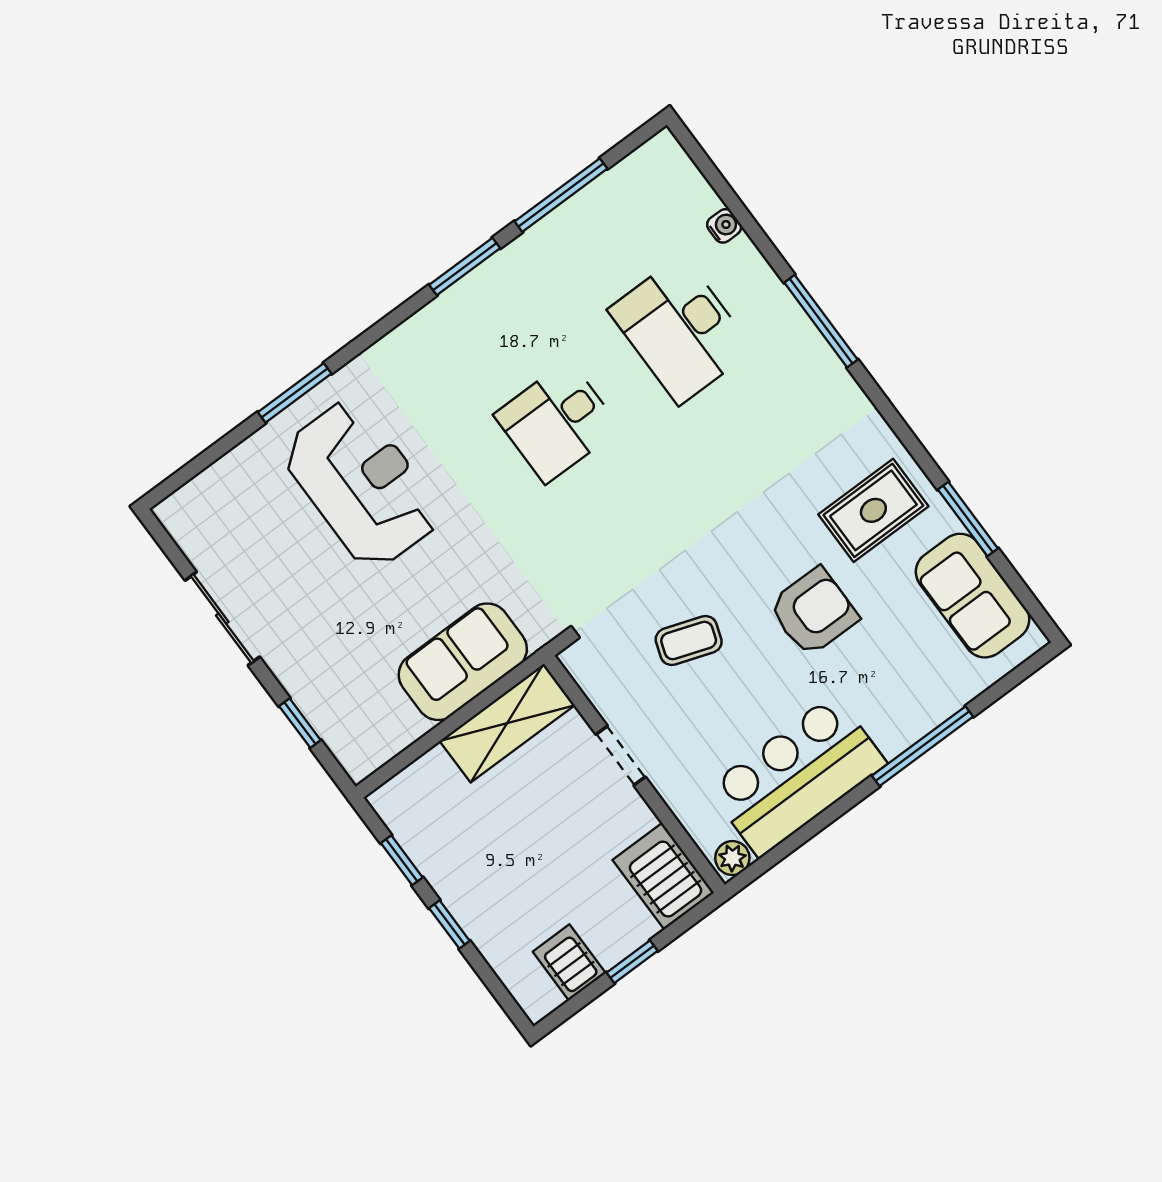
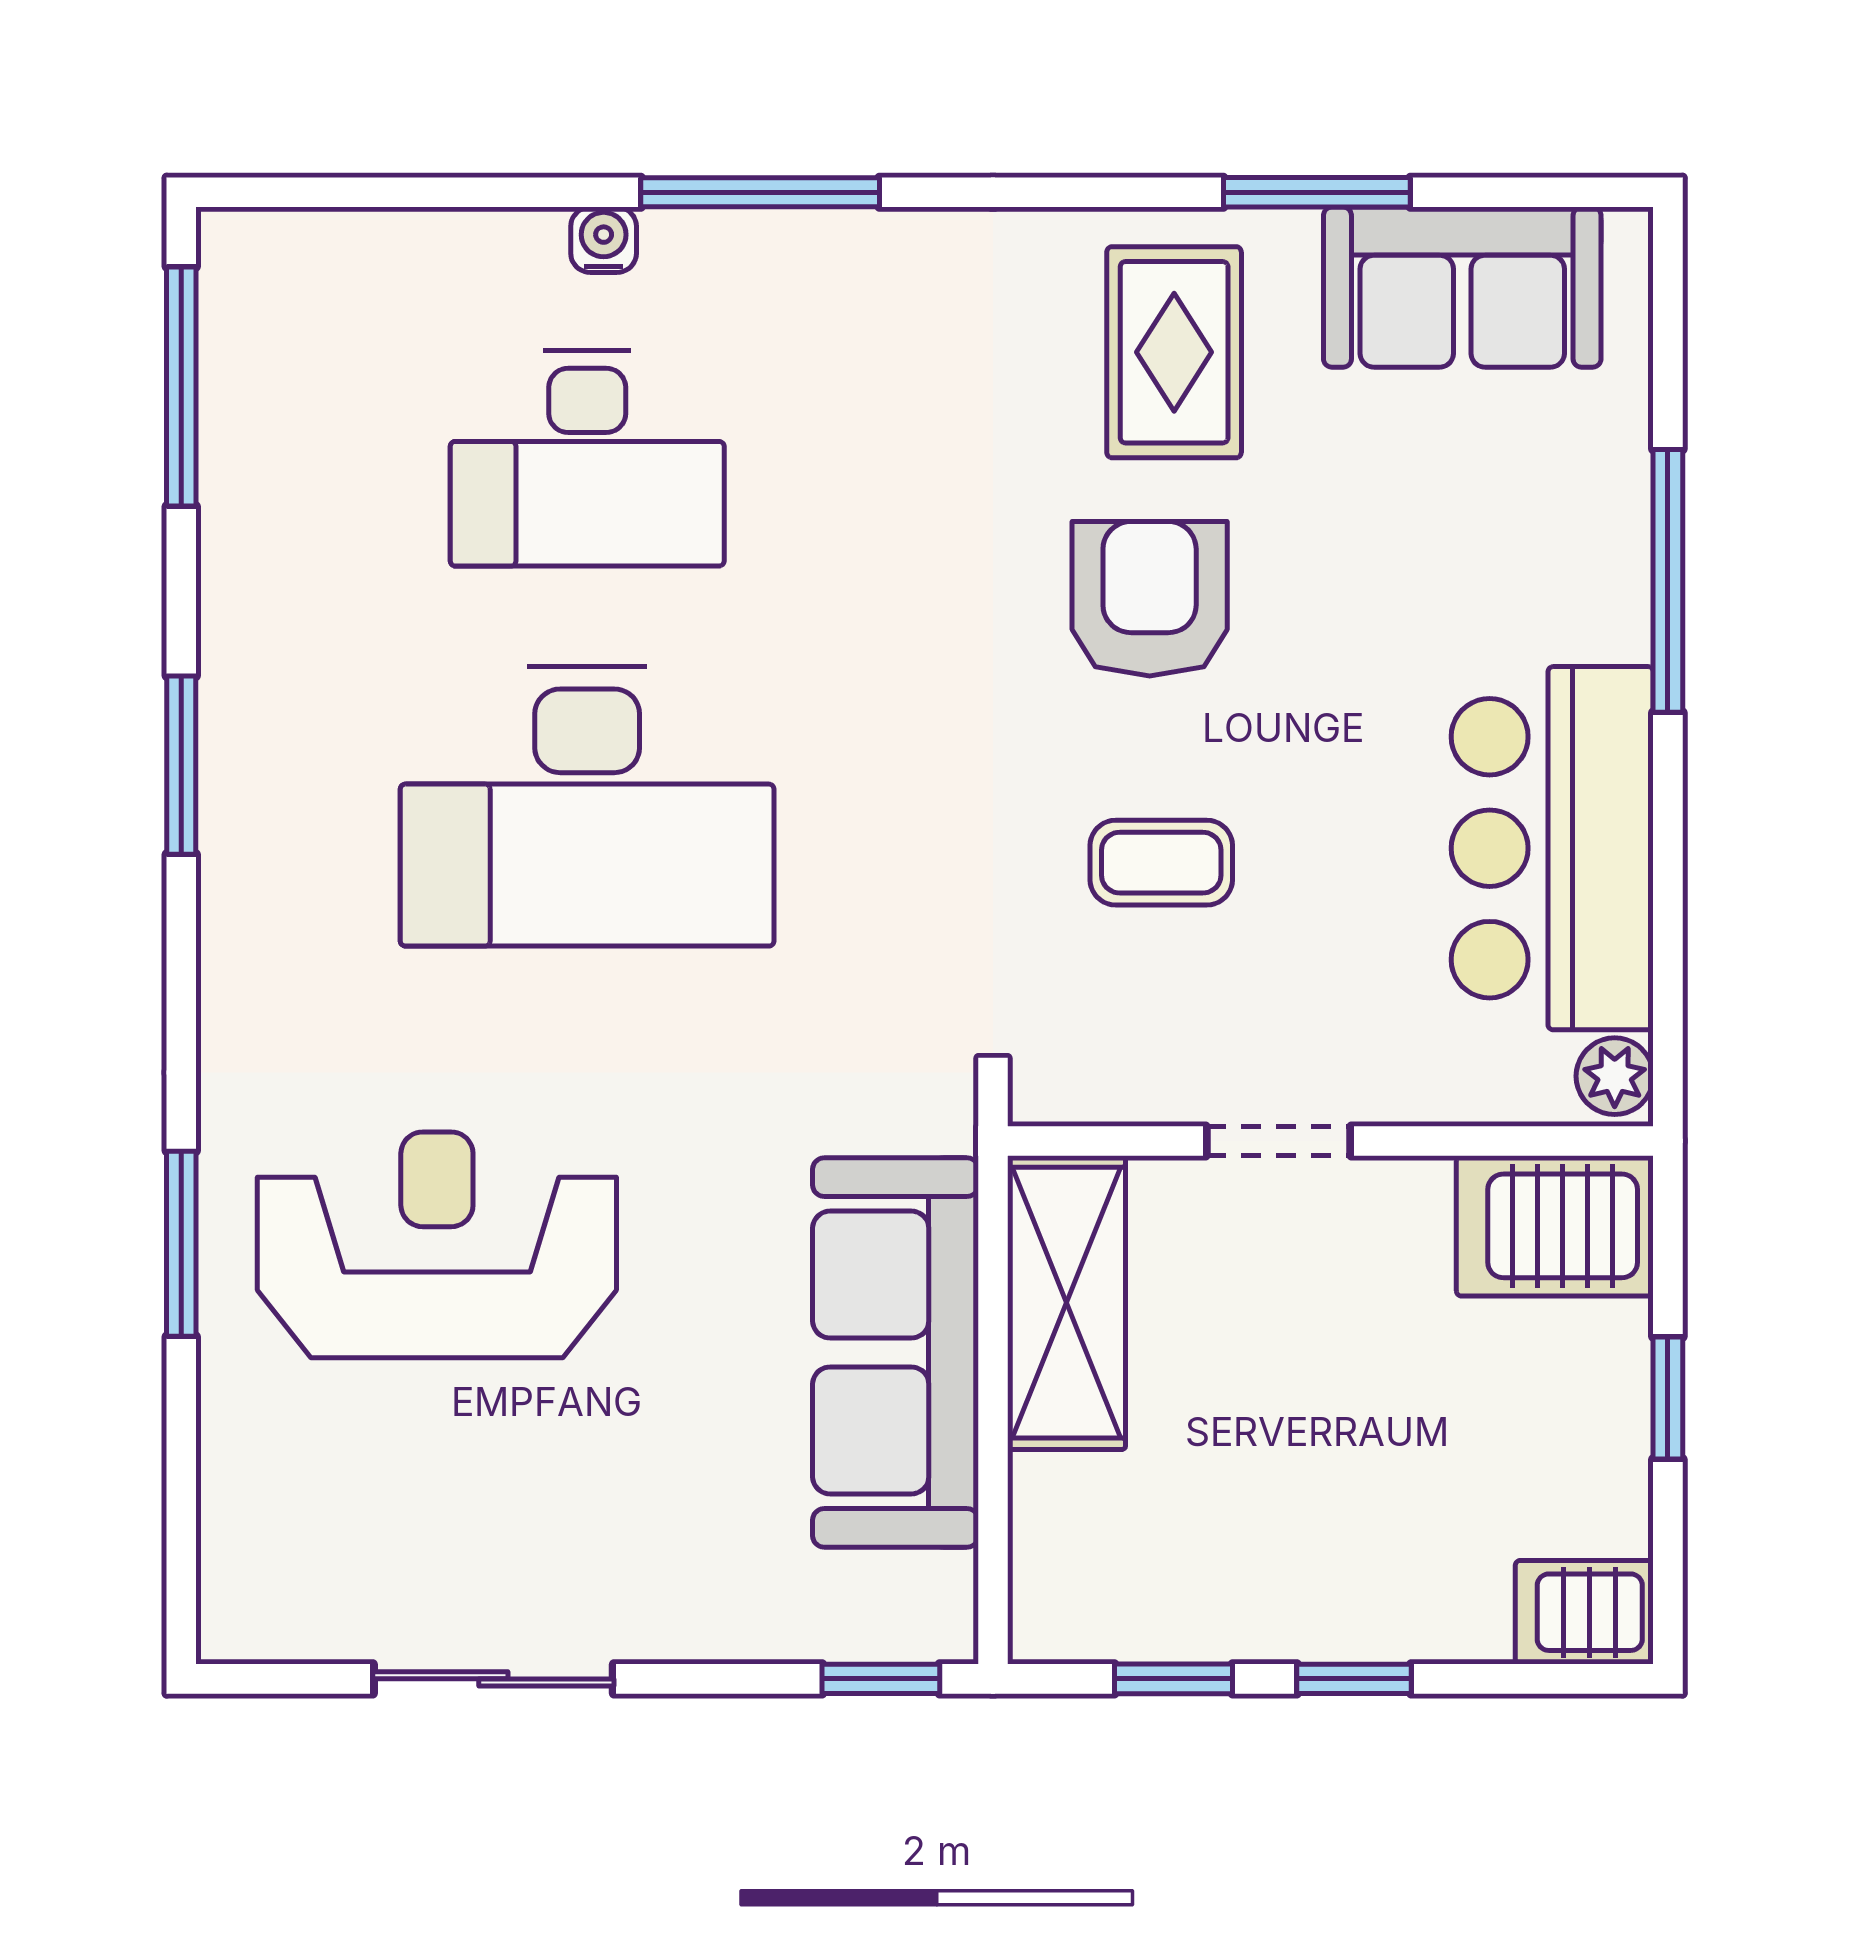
window: (561, 195) -> (181, 386), moved
water cooler: (724, 226) -> (604, 240), moved
desk: (557, 422) -> (587, 806), width x1.87, depth x1.30
armchair: (813, 612) -> (1150, 599), moved
coffee table: (689, 641) -> (1161, 863), turned 71
sofa: (463, 662) -> (896, 1352), width x1.36
window: (300, 723) -> (881, 1679), moved
server rack: (569, 962) -> (1584, 1612), moved

